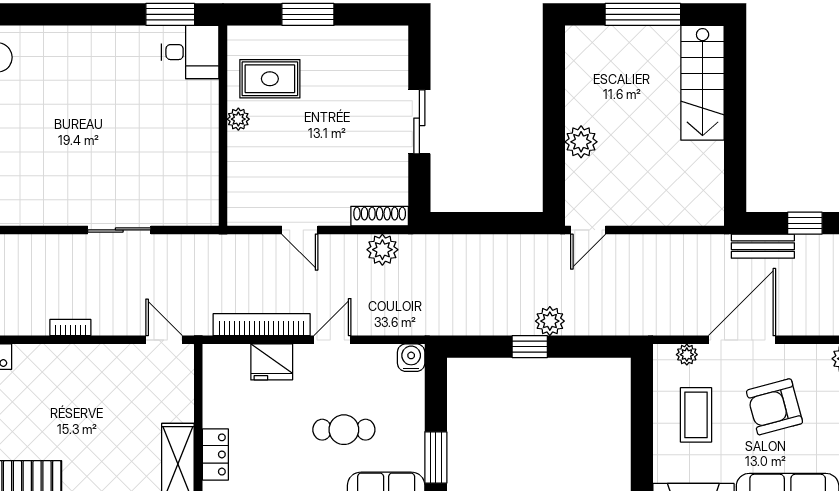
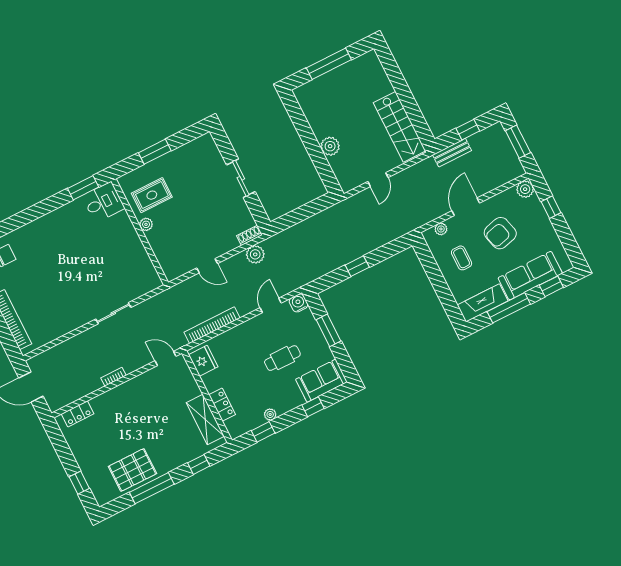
stairs: (703, 83) -> (400, 127), moved
shoe rack: (380, 216) -> (249, 235), width x0.70
door: (588, 230) -> (378, 180), moved
plant: (550, 321) -> (361, 248), removed
door: (332, 340) -> (271, 305), moved
door: (742, 340) -> (466, 207), width x0.73
fridge: (272, 362) -> (203, 361), moved, turned -90
coffee table: (696, 415) -> (462, 258), width x0.73, depth x0.77
window: (436, 457) -> (328, 330), moved

